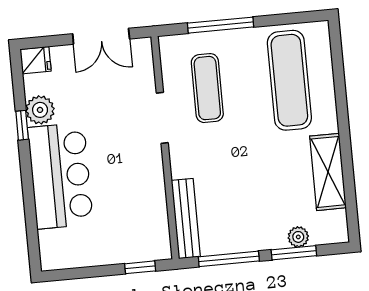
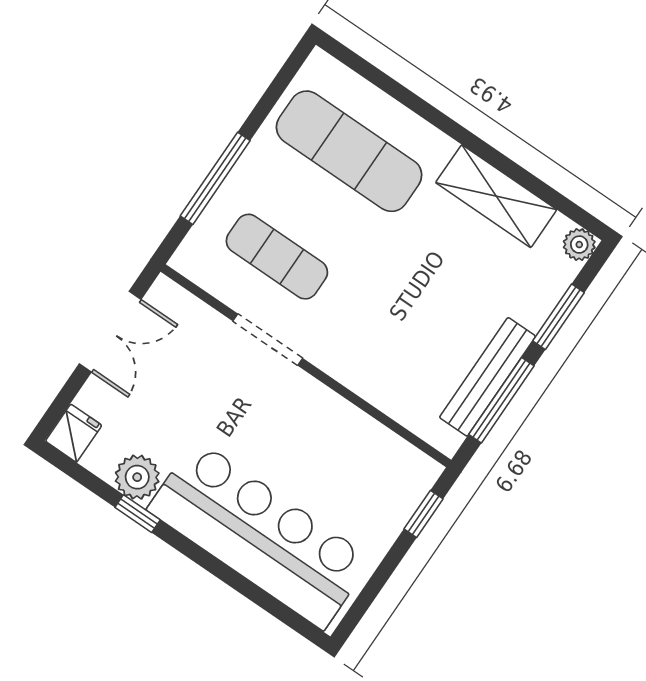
bar counter: (60, 176) -> (259, 535), width x1.36
bench: (186, 219) -> (488, 377), moved, turned 90
plant: (298, 237) -> (579, 245), moved

